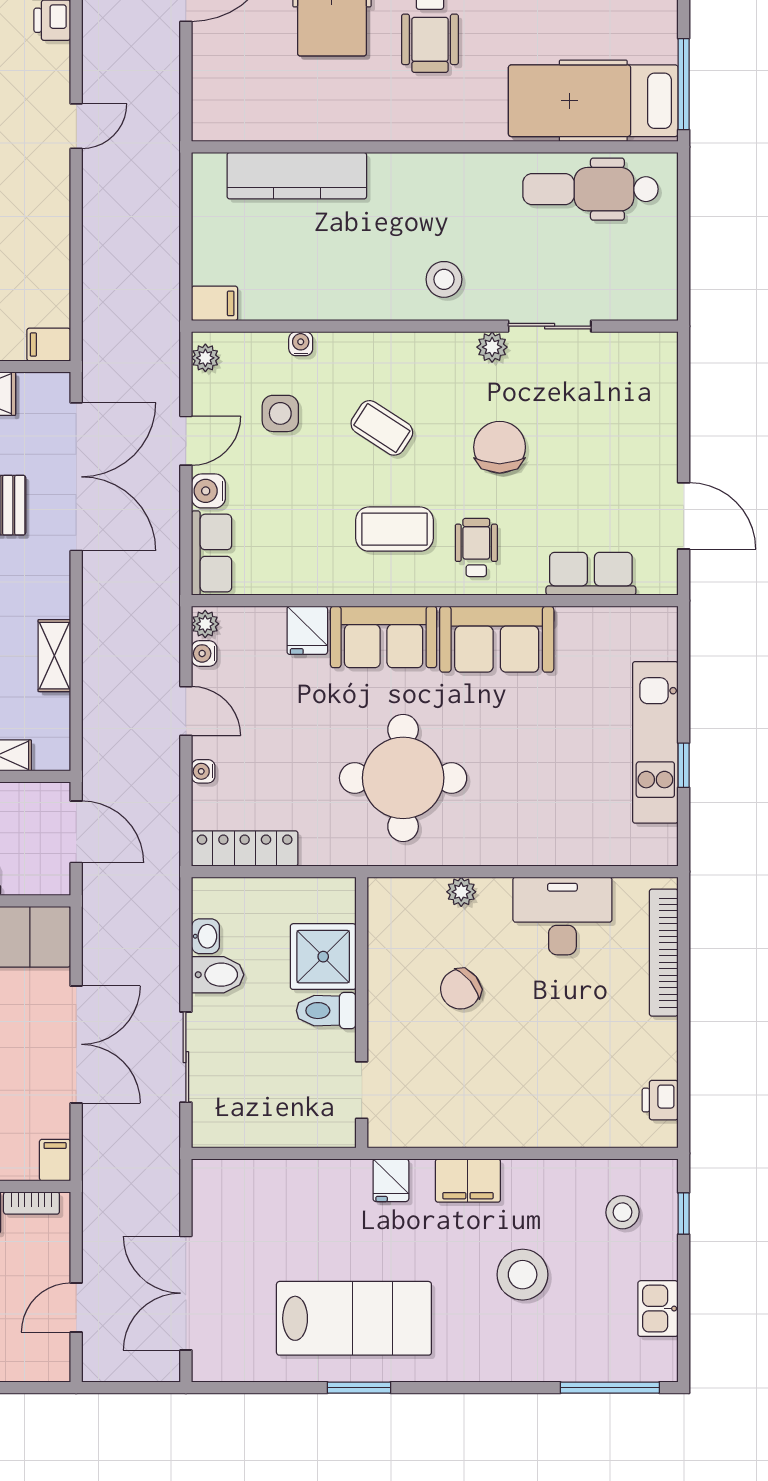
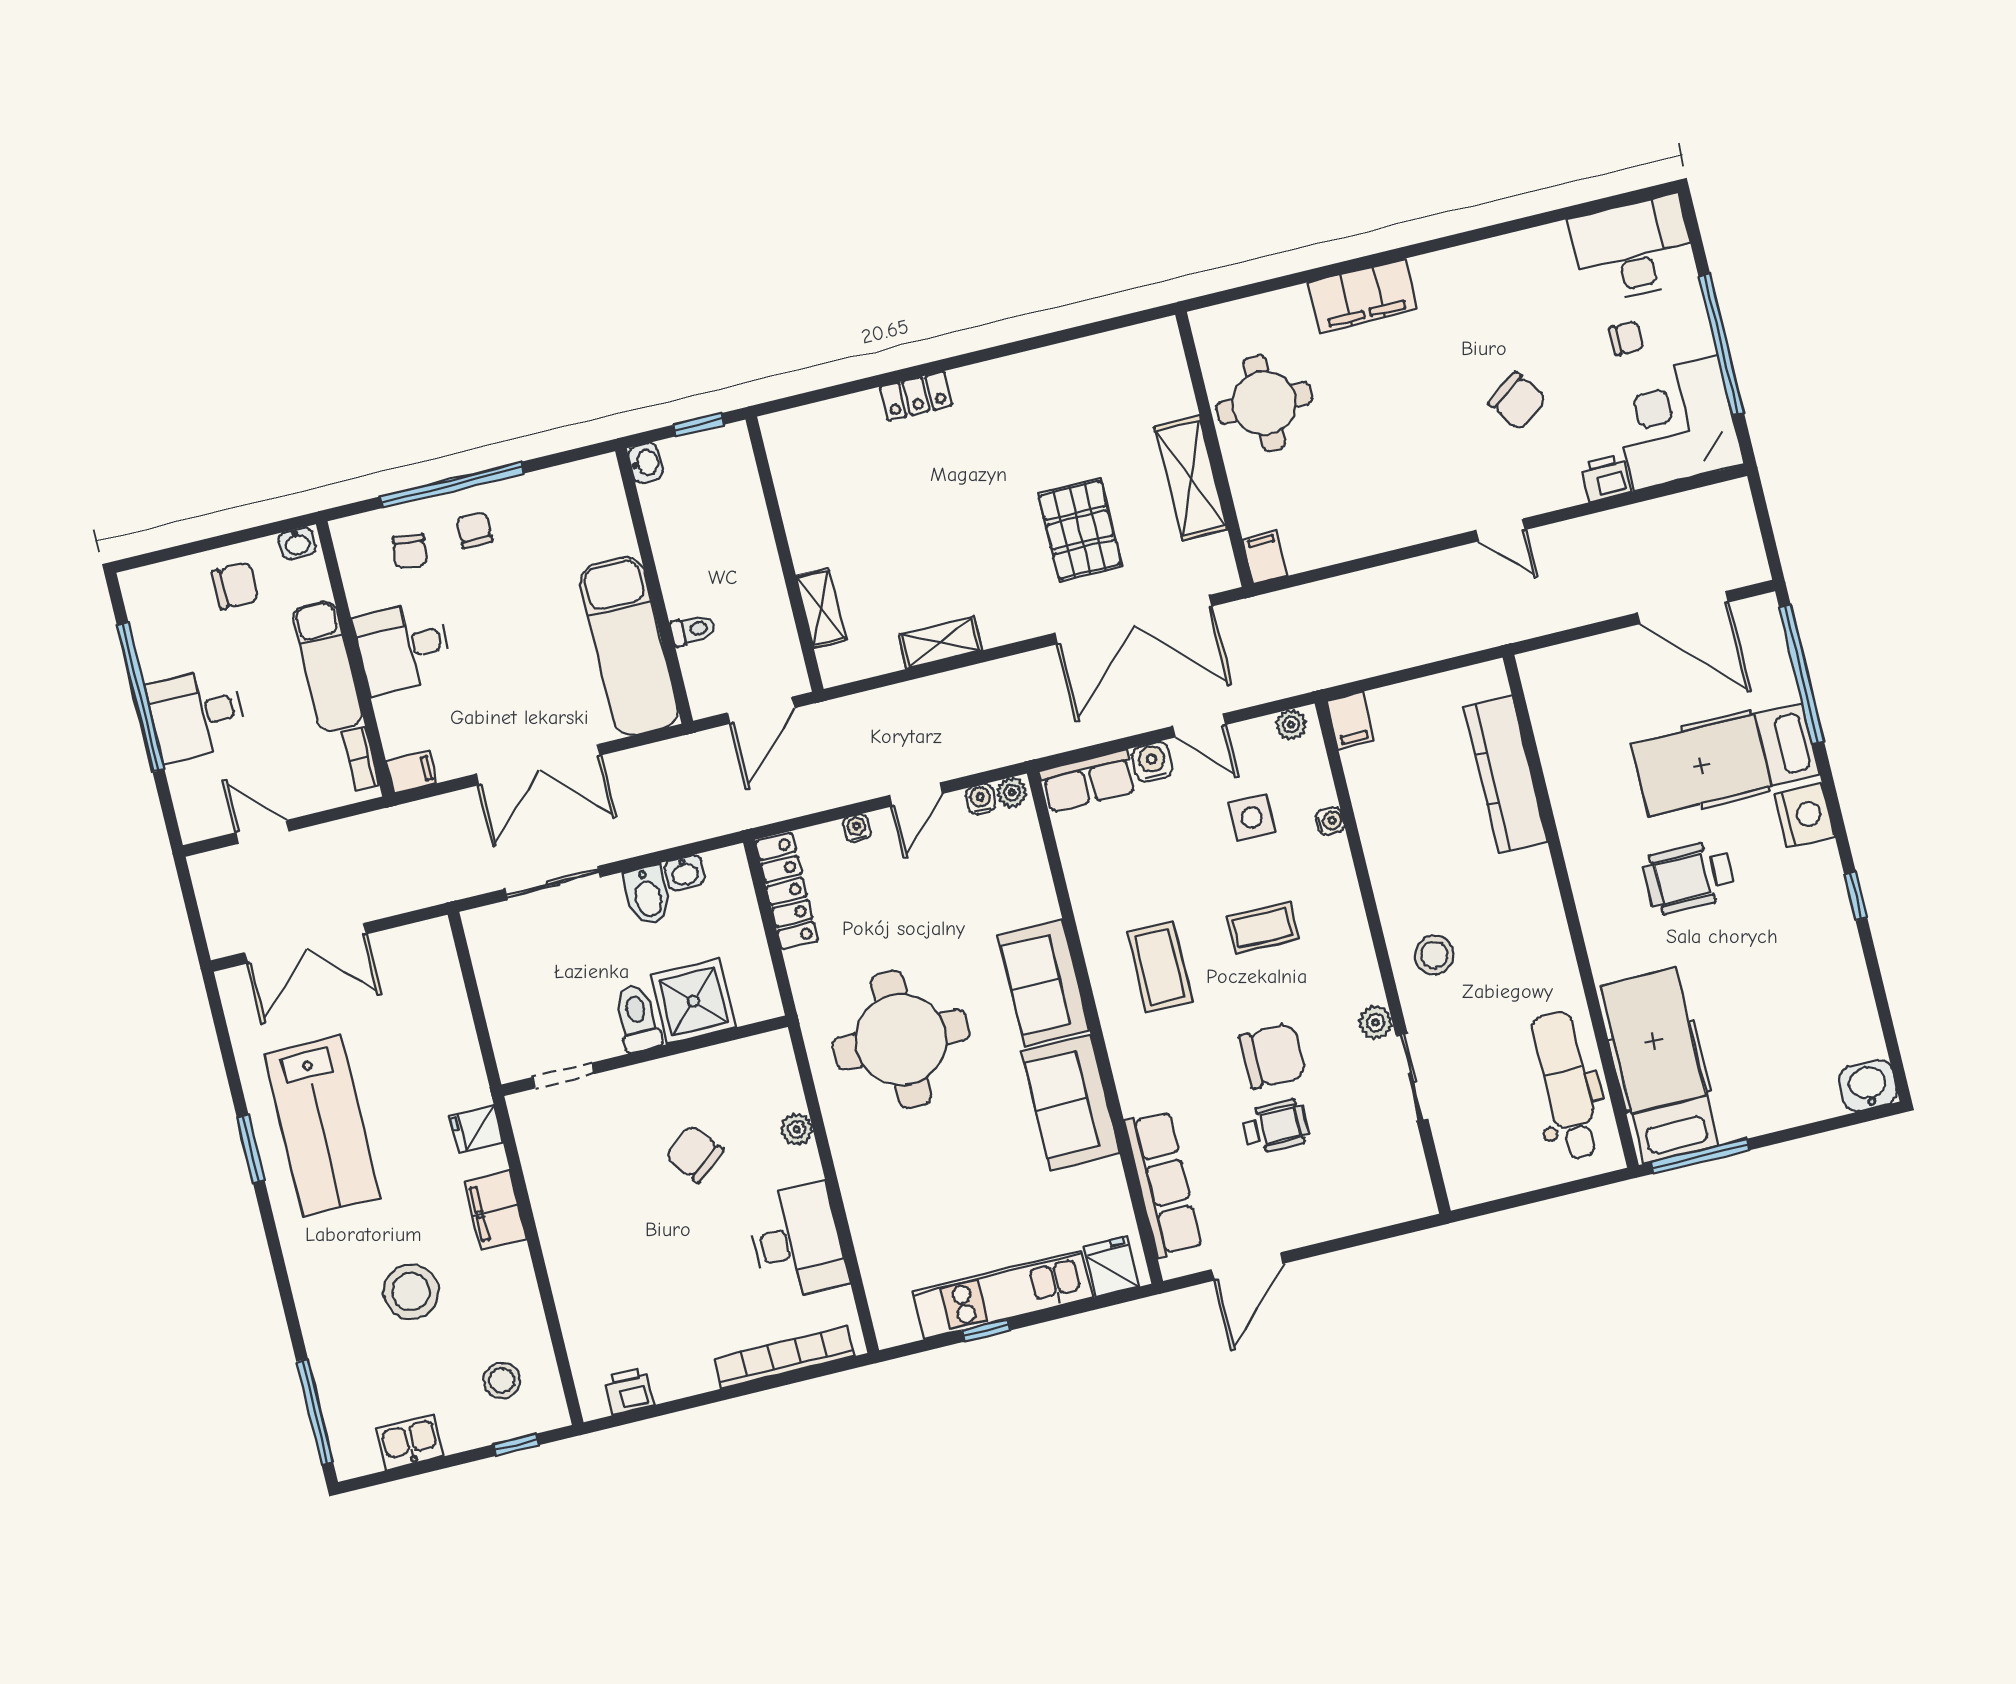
coffee table: (382, 428) -> (1263, 928), turned 57
wheelchair: (476, 547) -> (1275, 1127), moved
row of seats: (591, 574) -> (1163, 1184), width x1.48
fridge: (307, 630) -> (1111, 1267), moved, turned 90
double door: (186, 1293) -> (305, 943), swing flipped

